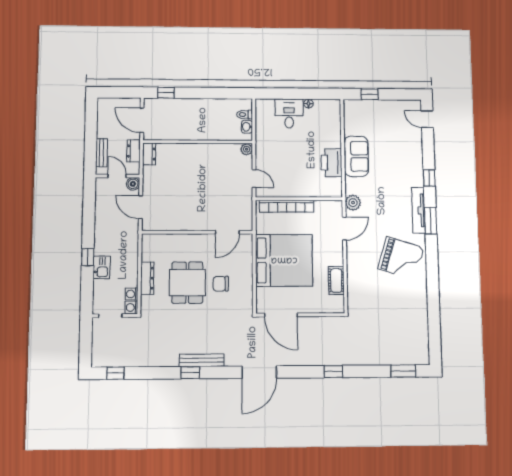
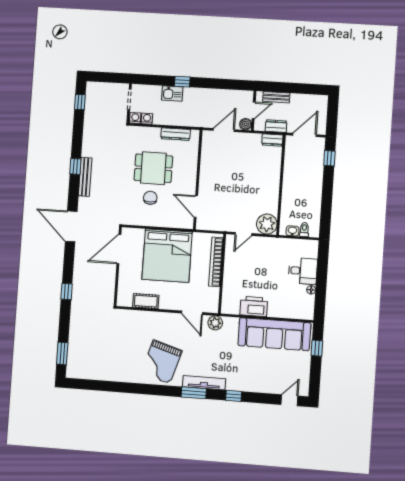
plant: (247, 149) -> (267, 224), width x1.88, depth x1.88
sofa: (356, 156) -> (274, 334), width x1.85, depth x1.27
dresser: (147, 278) -> (176, 134), moved

